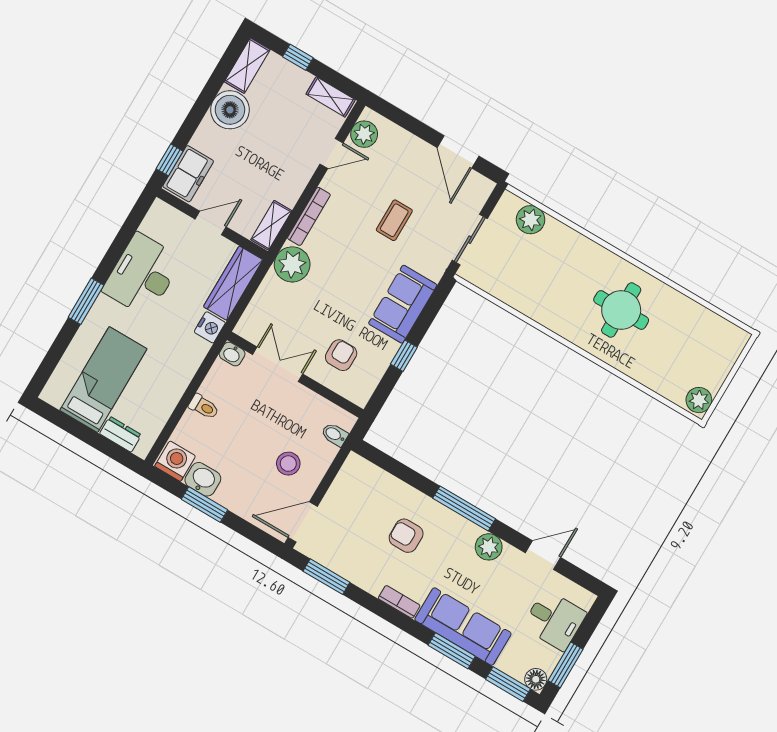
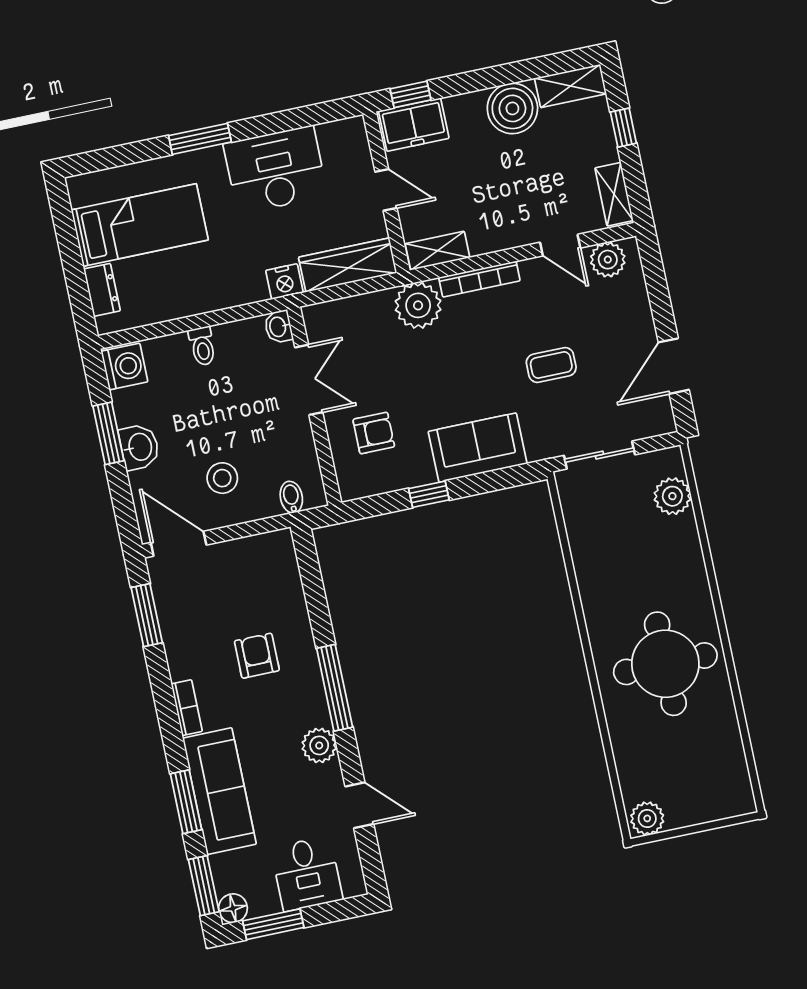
round table: (621, 310) -> (665, 664), width x1.36, depth x1.36
washbasin: (203, 479) -> (139, 447), moved

